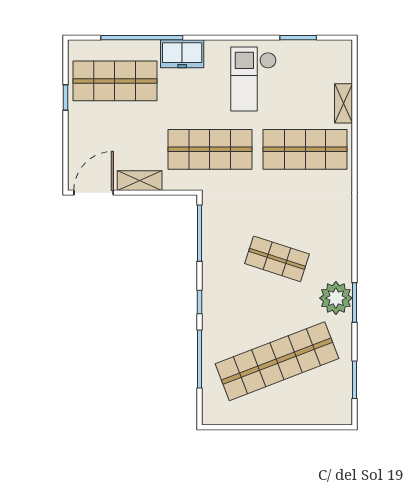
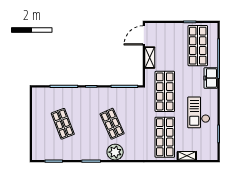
checkout: (253, 79) -> (199, 112), turned -90
door: (94, 193) -> (144, 35), swing flipped
shop shelf: (277, 259) -> (112, 124), turned -42
plant: (336, 298) -> (115, 152), moved
shop shelf: (277, 361) -> (63, 124), width x0.50, depth x0.74

